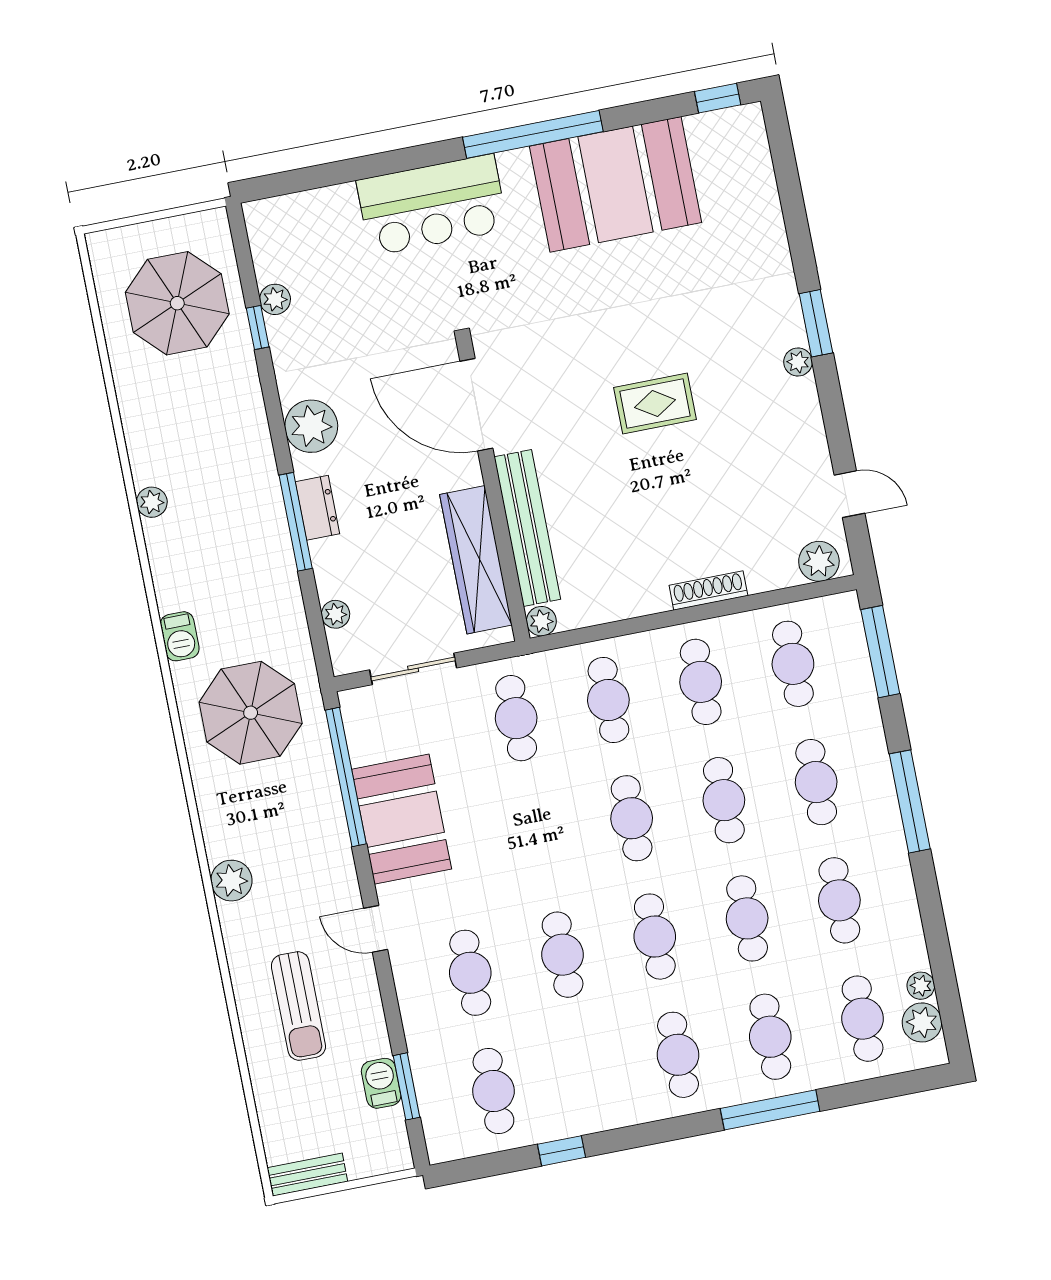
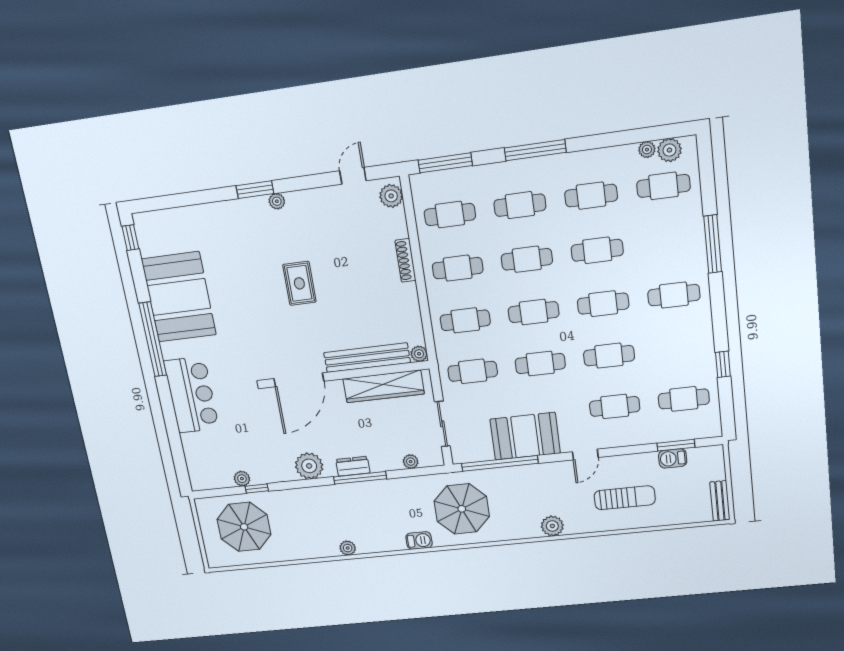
cafe table: (770, 1037) -> (540, 364), moved

